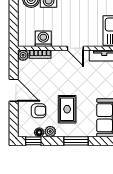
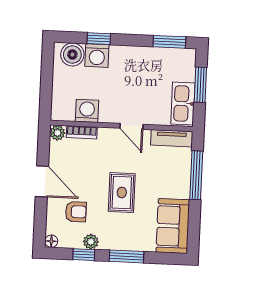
rug: (67, 109) -> (122, 193), moved
floor lamp: (39, 132) -> (51, 241), moved
window: (33, 141) -> (84, 255), moved

